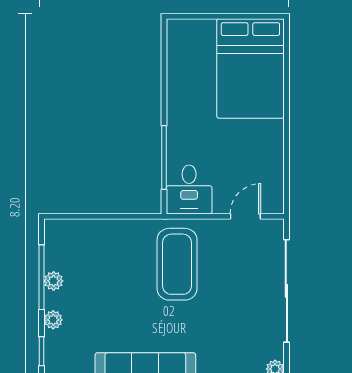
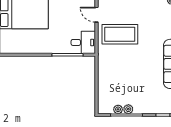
coffee table: (177, 264) -> (120, 34), moved
plant: (53, 320) -> (118, 109), moved

